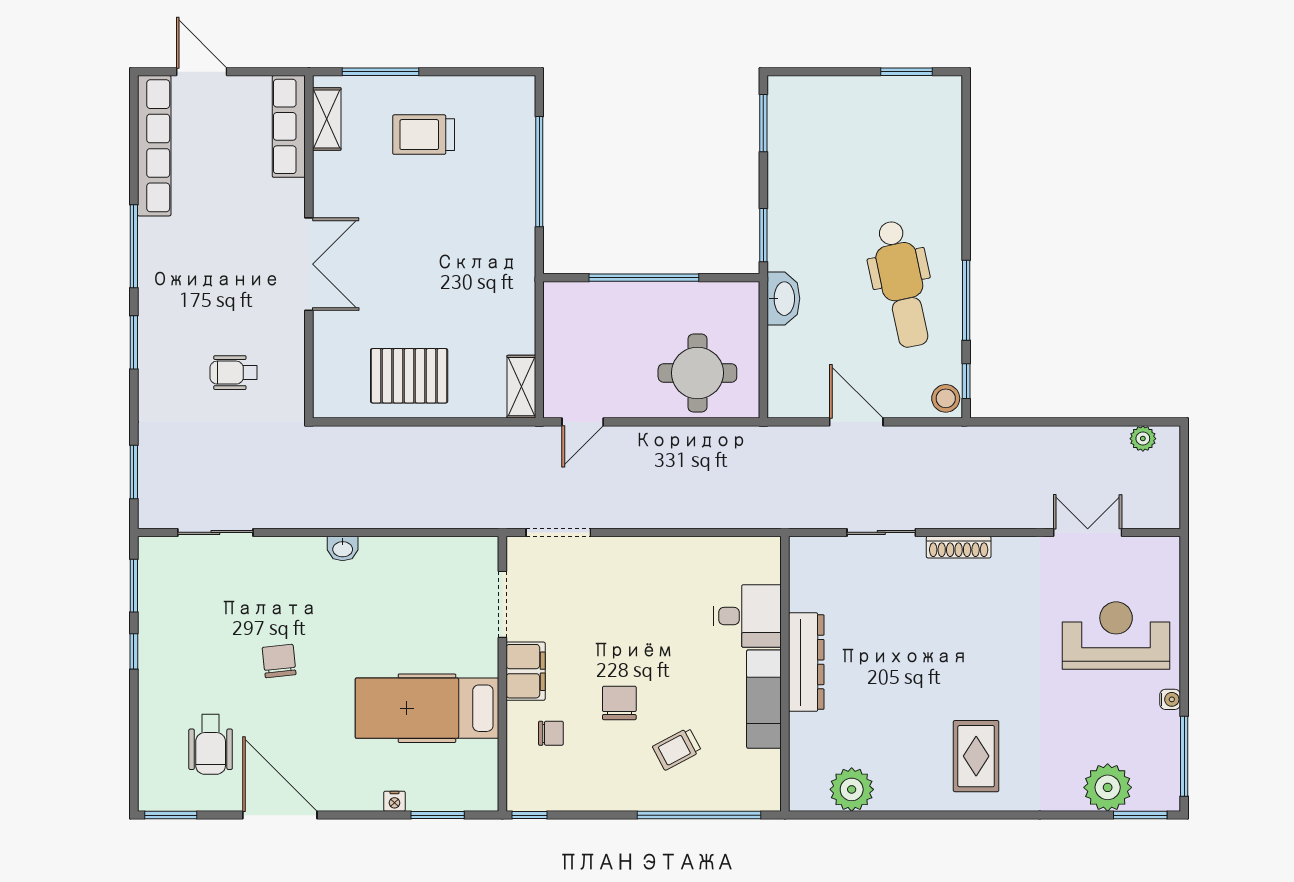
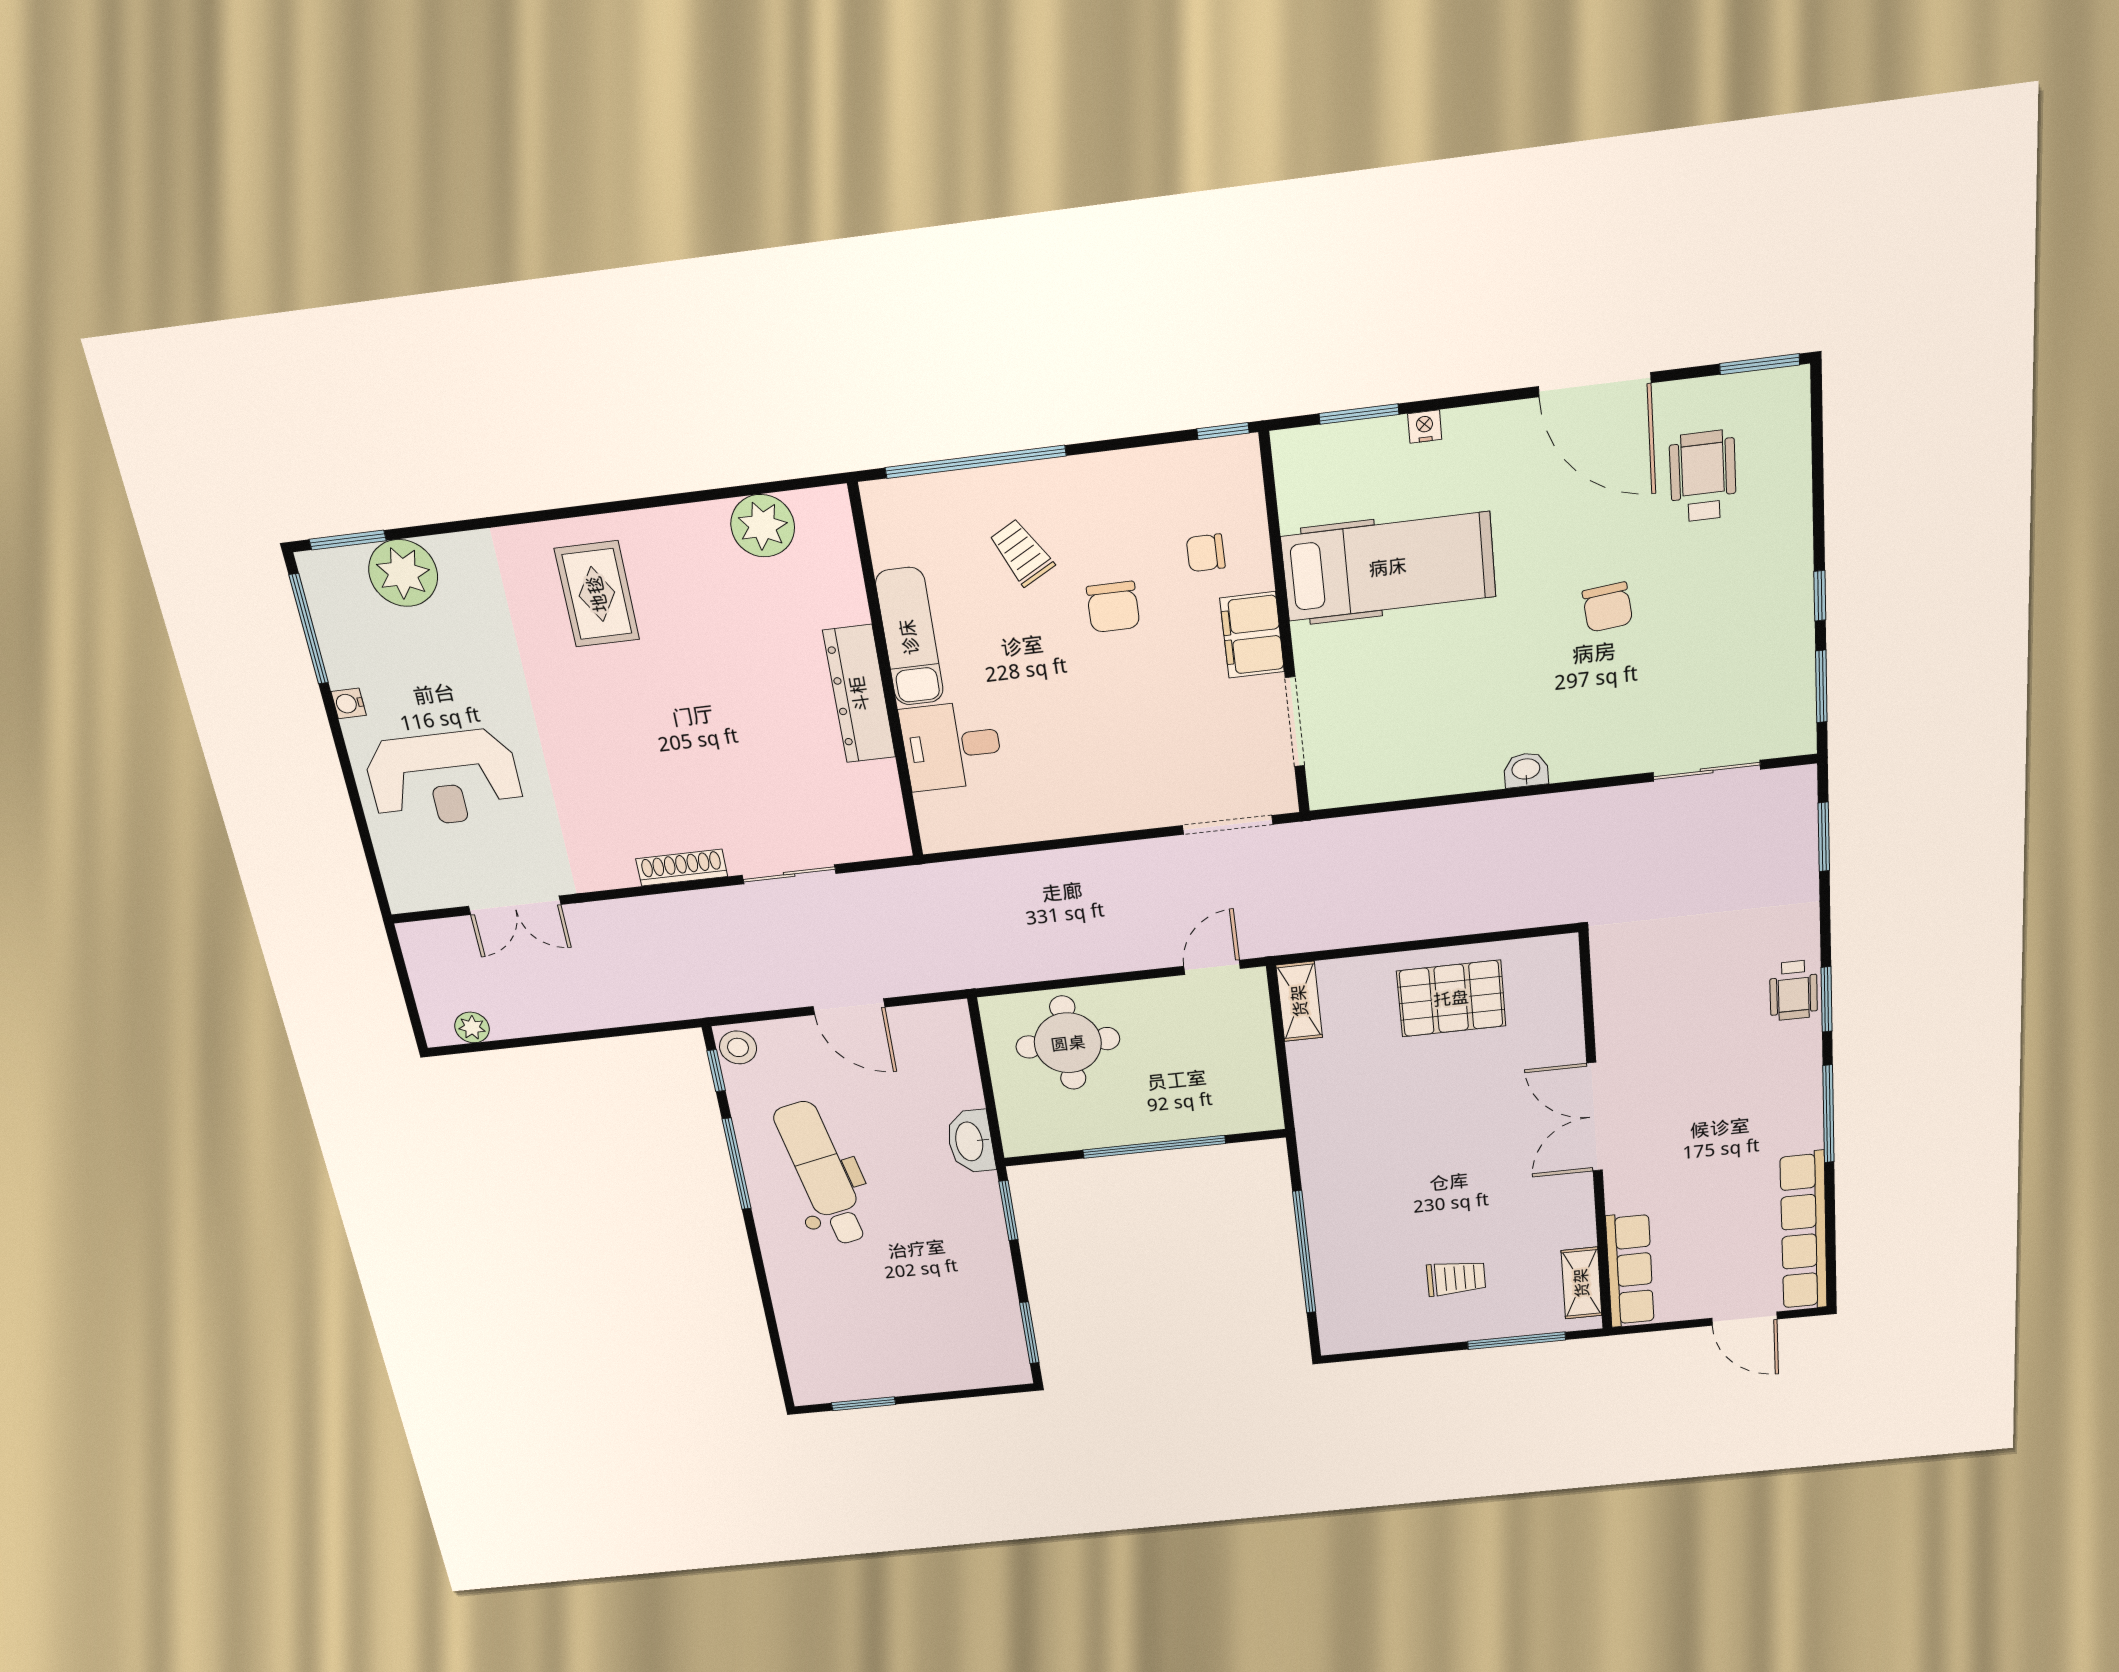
trolley: (424, 135) -> (1456, 1278), width x0.73, depth x0.72
wheelchair: (234, 373) -> (1794, 990), moved, turned 90
trolley: (677, 749) -> (1022, 553), turned -91

